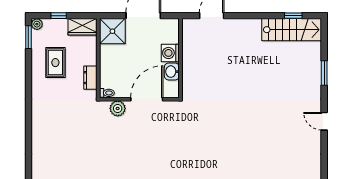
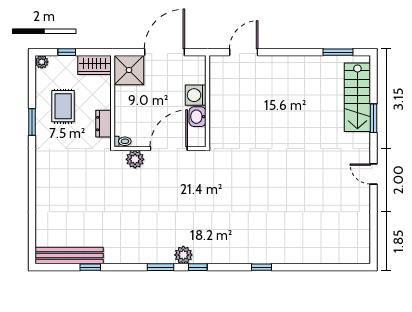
window: (293, 16) -> (338, 52), width x1.50
stairs: (292, 30) -> (357, 97), moved, turned 90
window: (28, 37) -> (32, 122), moved

